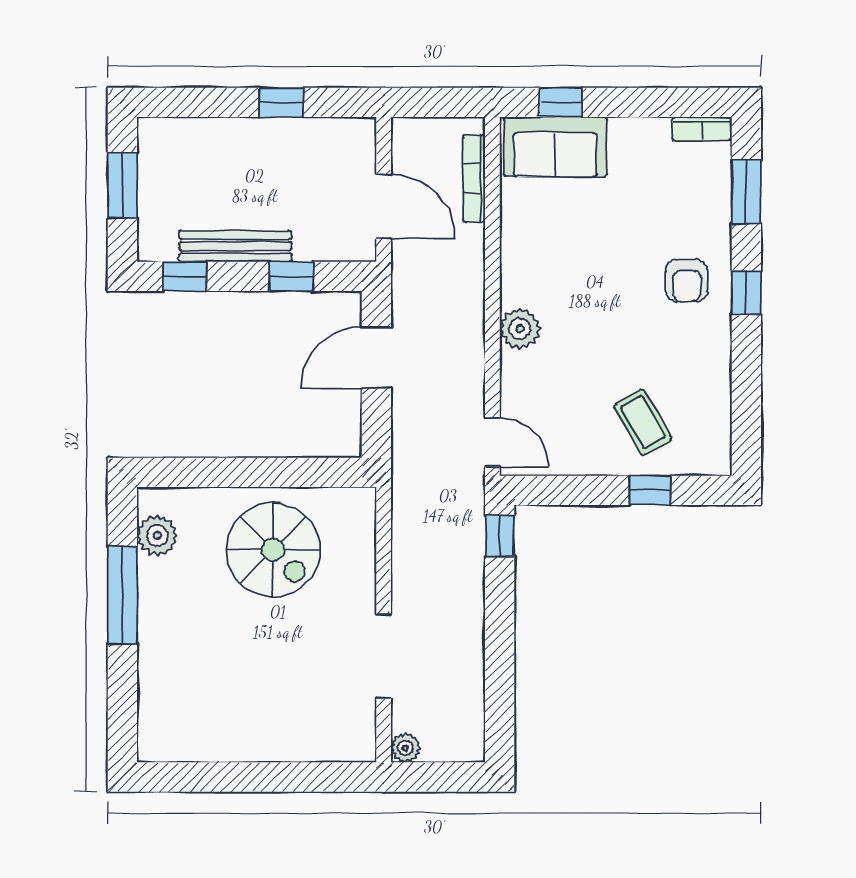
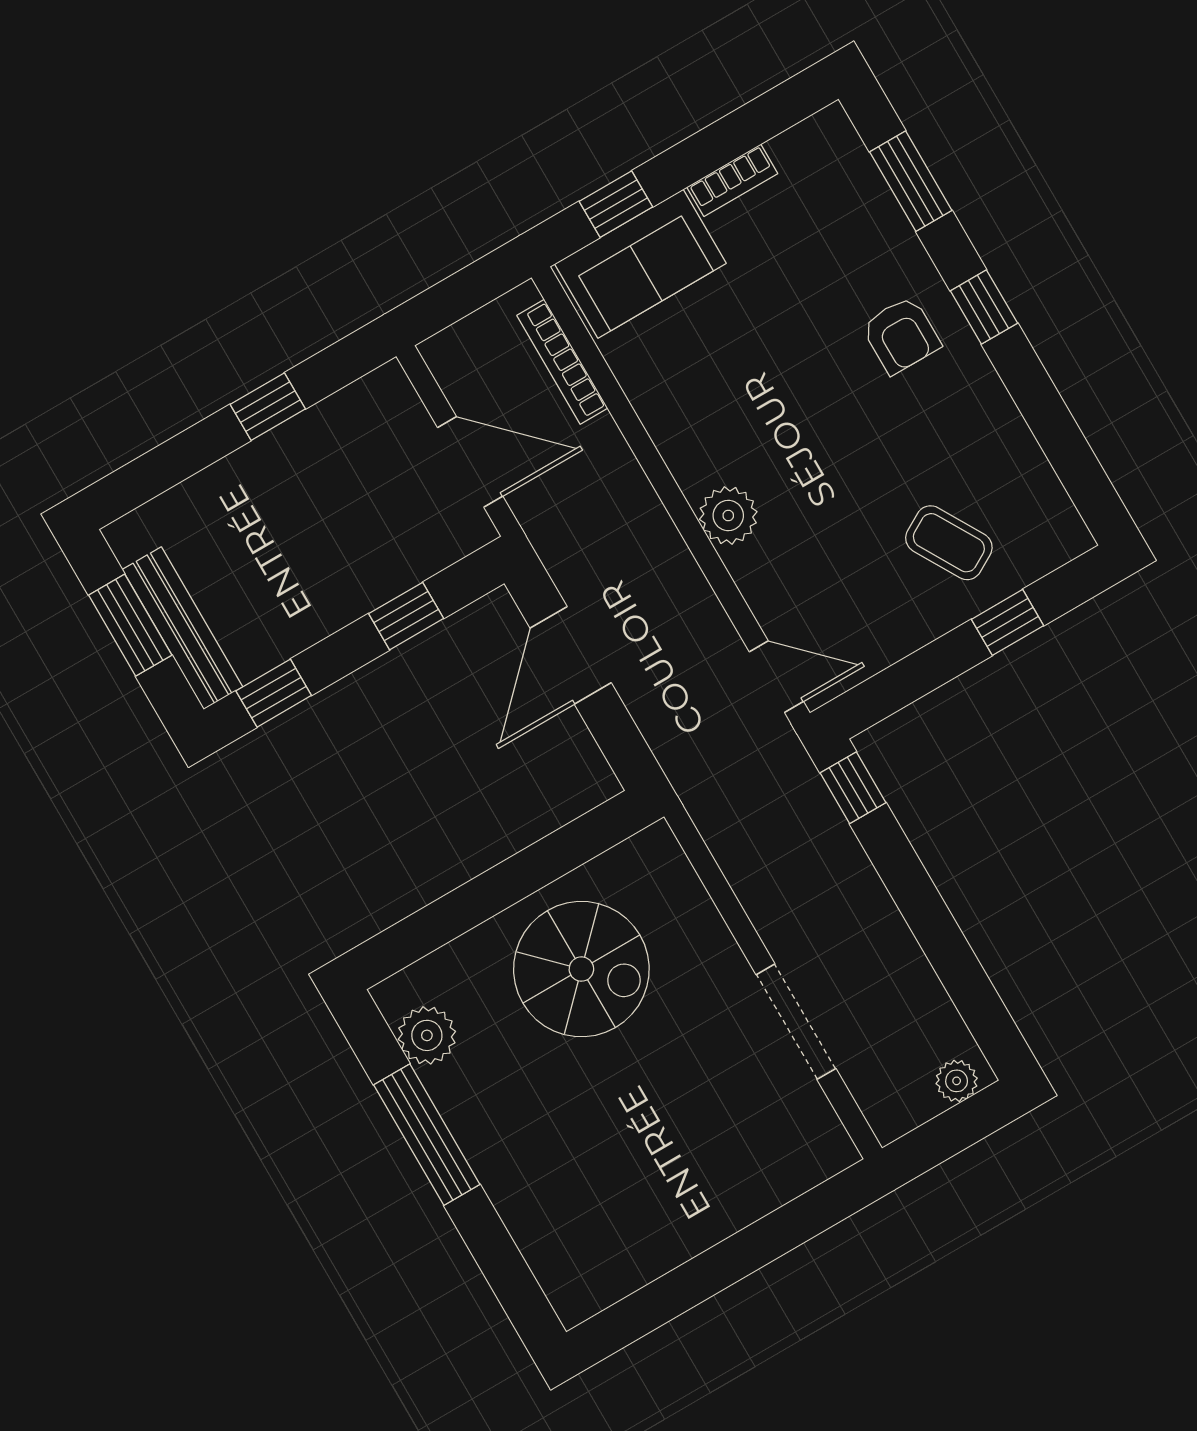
bookcase: (702, 129) -> (732, 180), moved
bench: (235, 246) -> (182, 628), moved, turned 90
plant: (405, 748) -> (957, 1081), moved

